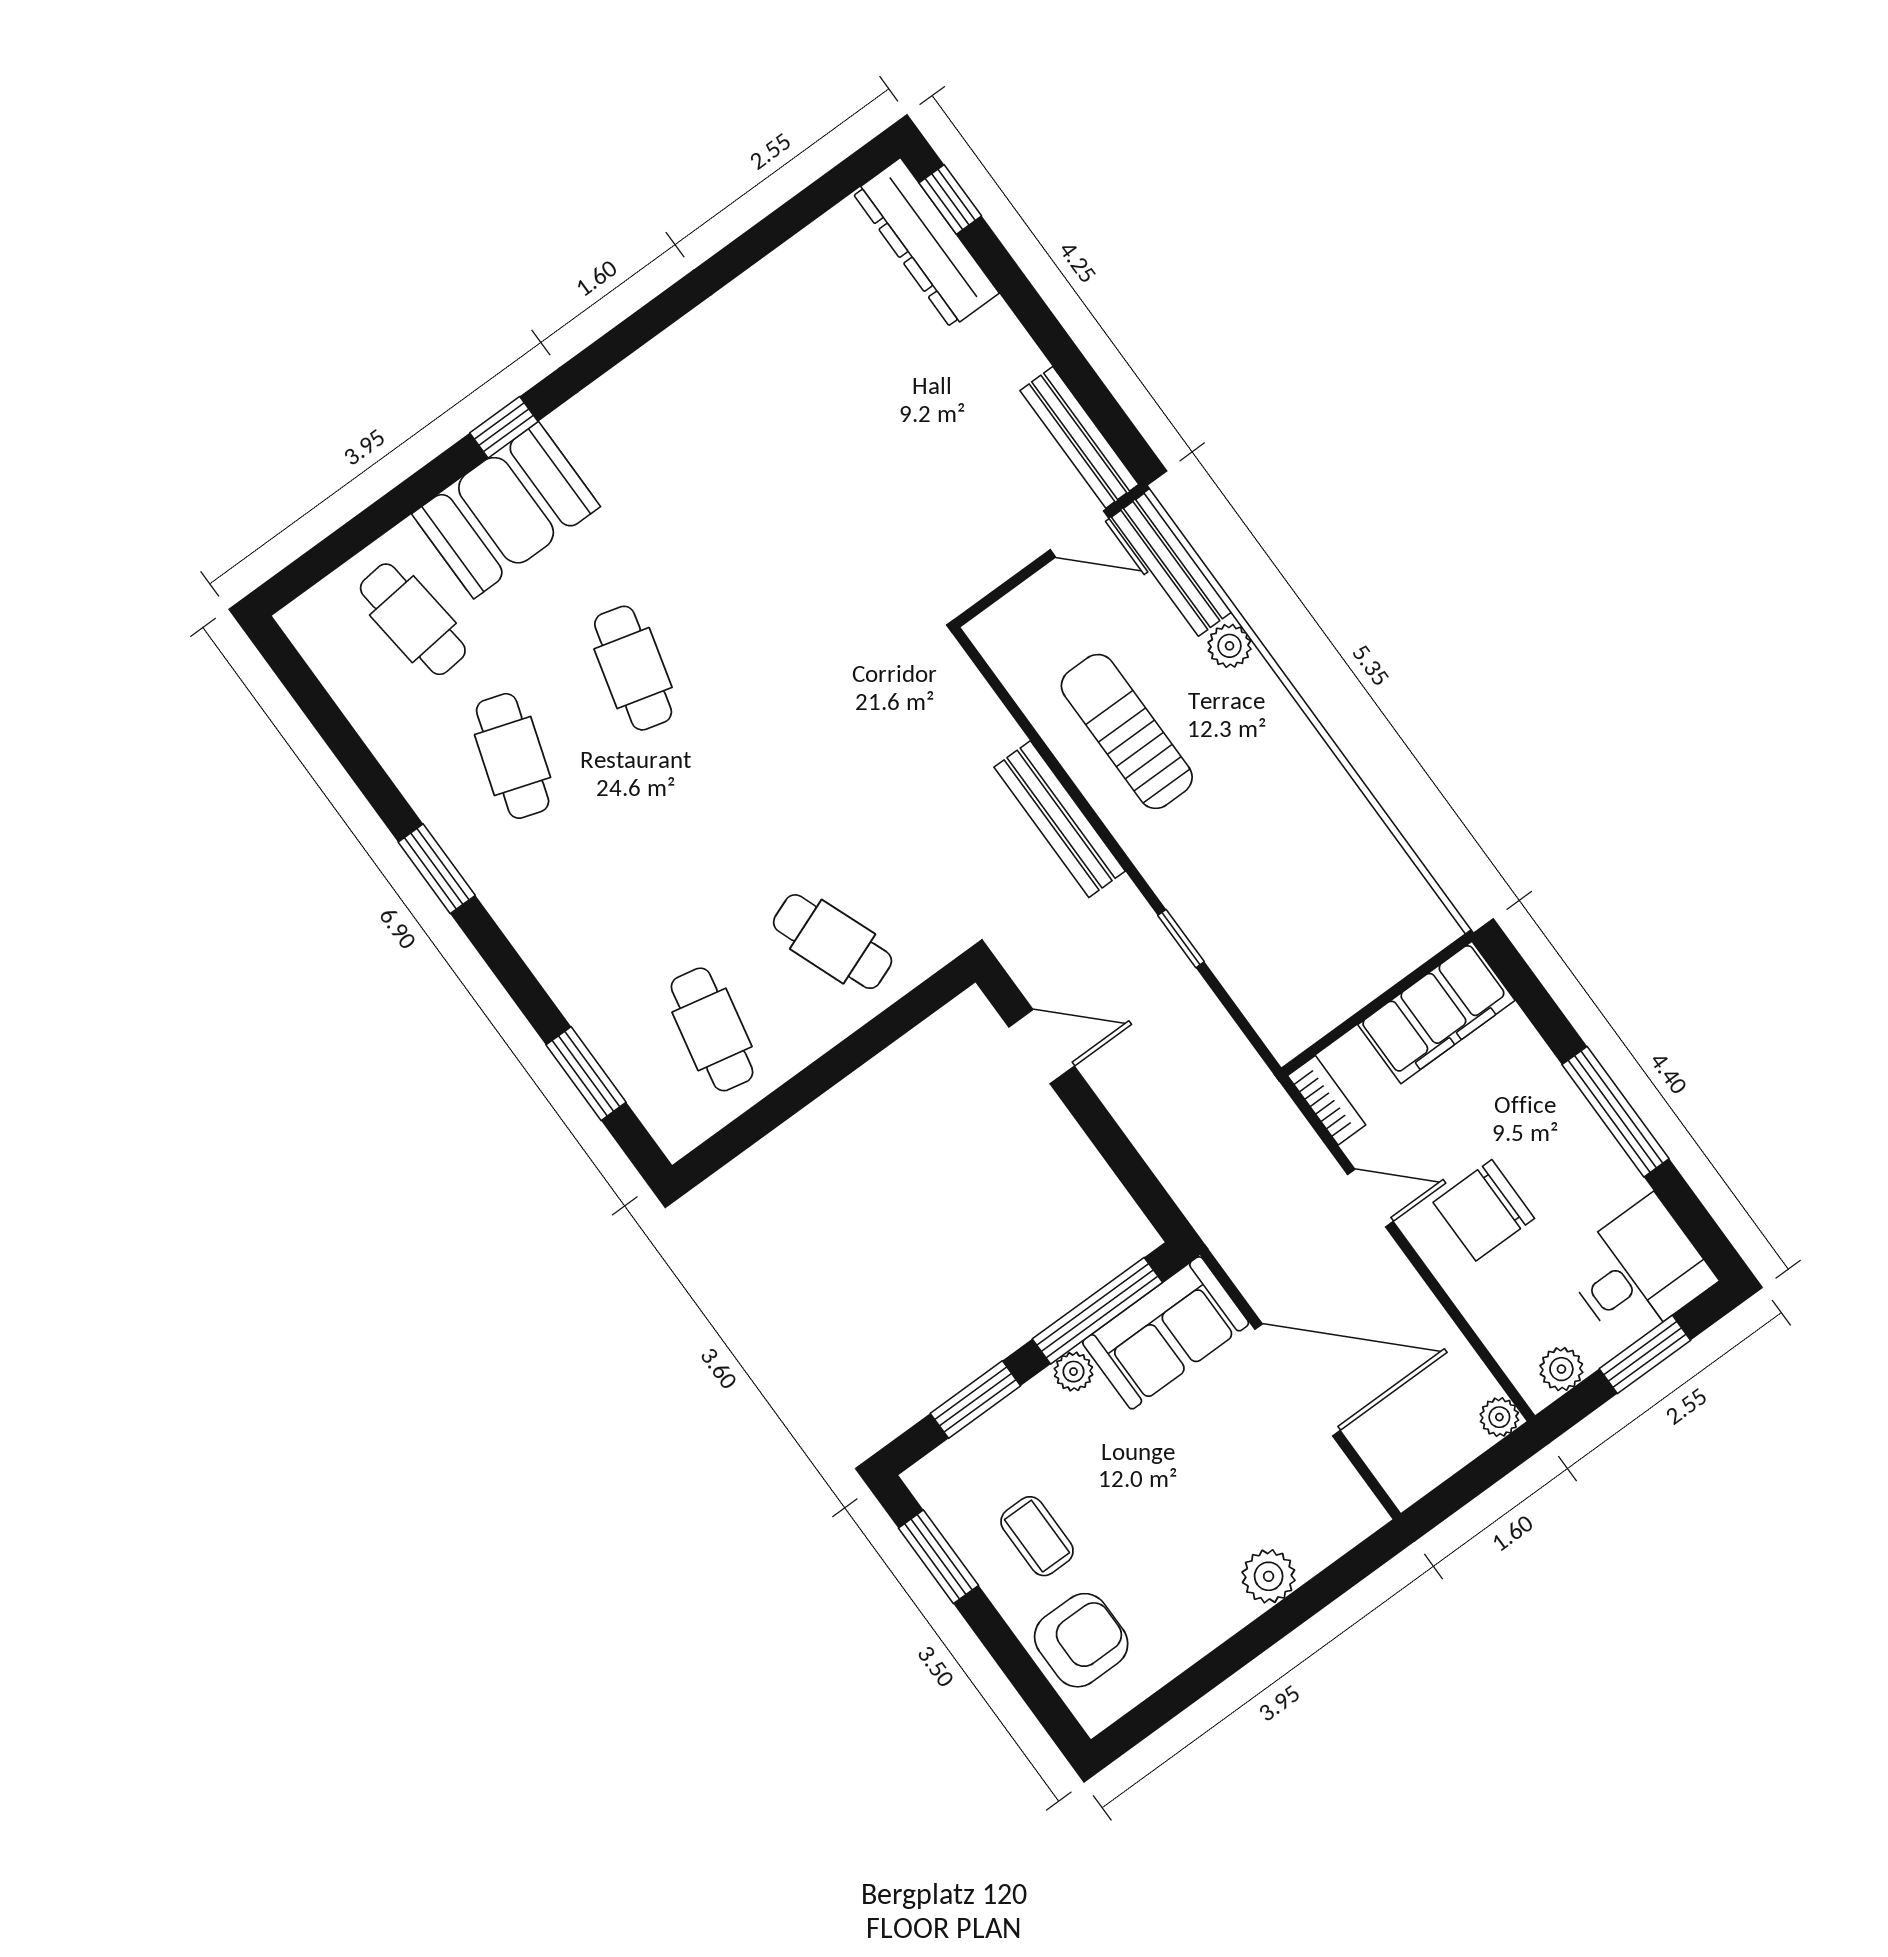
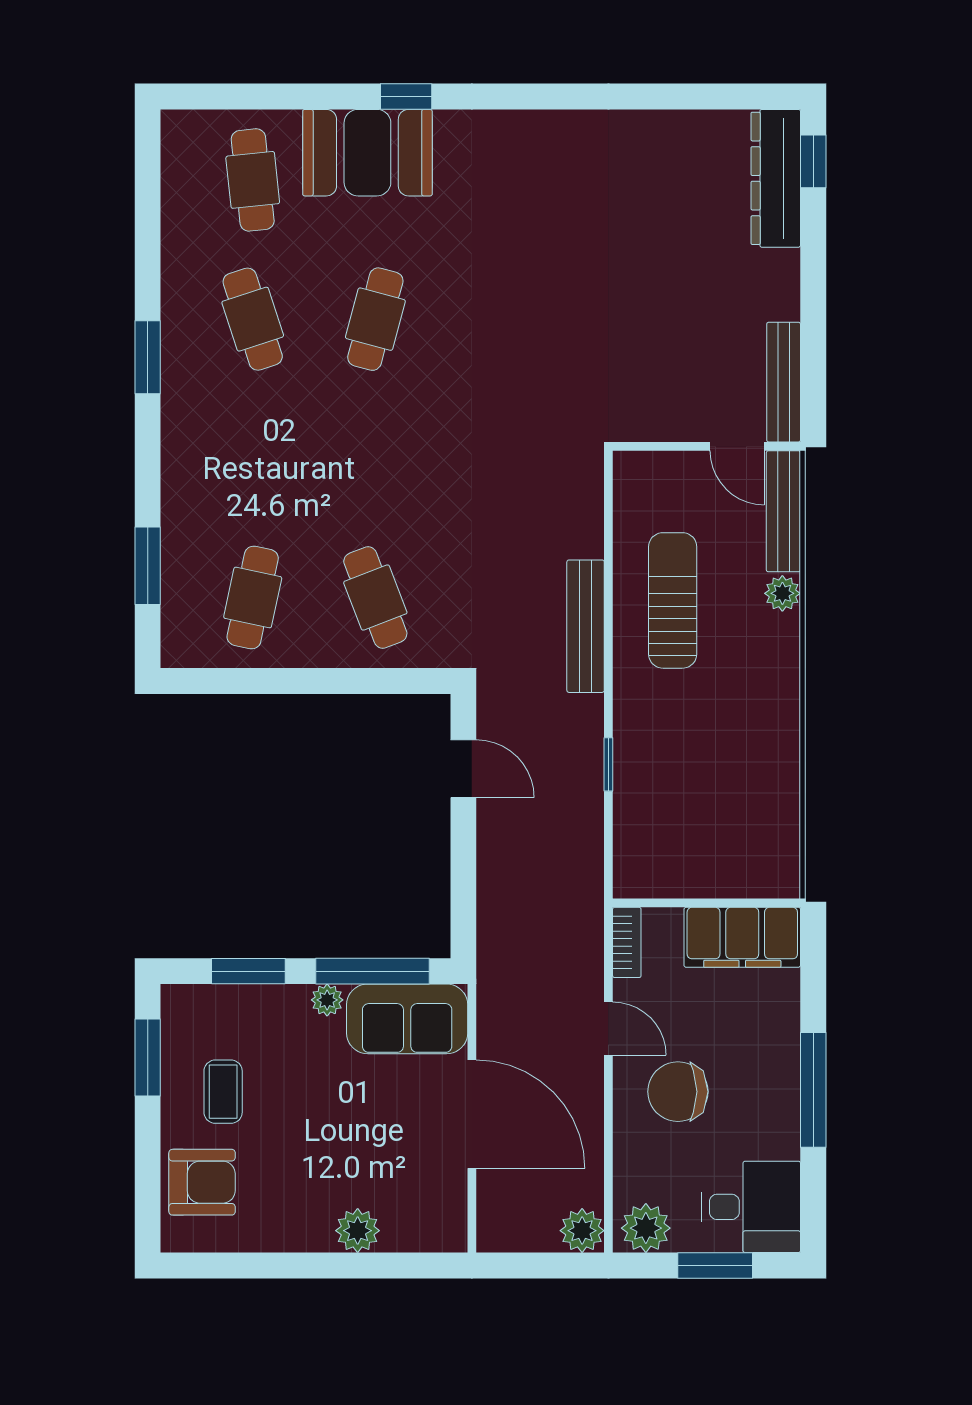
cafe table: (513, 756) -> (253, 319), turned -36
plant: (1561, 1369) -> (646, 1228), width x1.38, depth x1.38
plant: (1499, 1417) -> (582, 1231), width x1.38, depth x1.38

